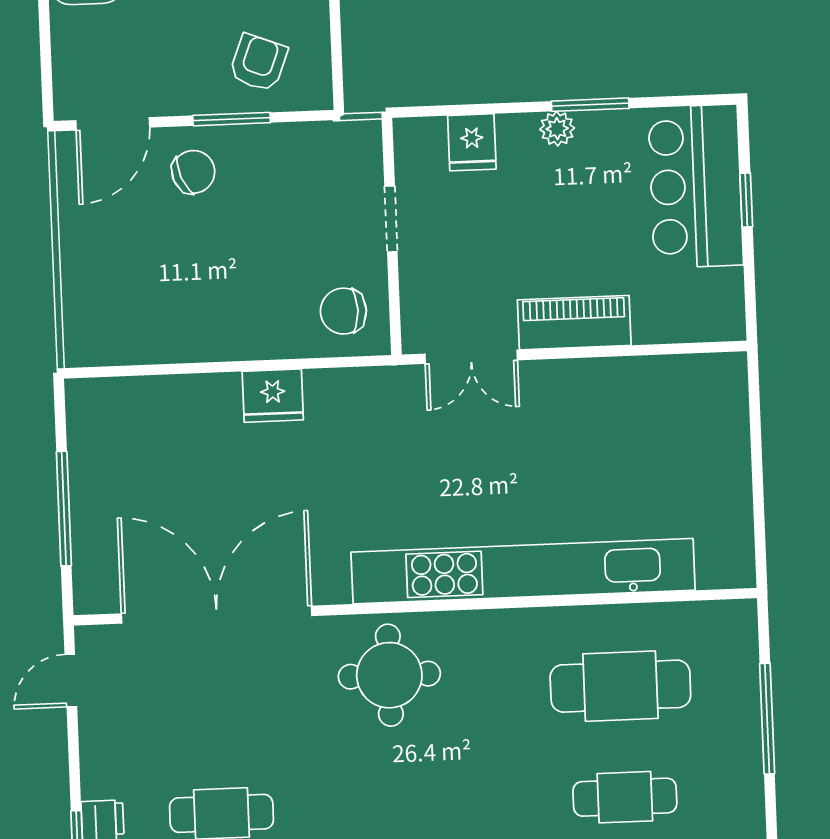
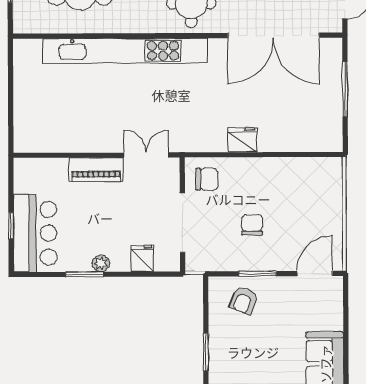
chair: (193, 172) -> (252, 225), moved, turned 112
doorway: (391, 219) -> (182, 223), width x1.88

